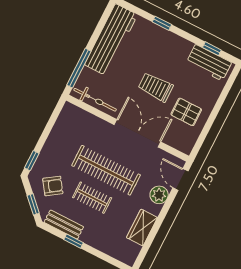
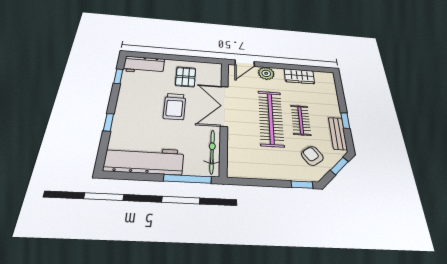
workbench: (209, 63) -> (144, 65), moved, turned 90

